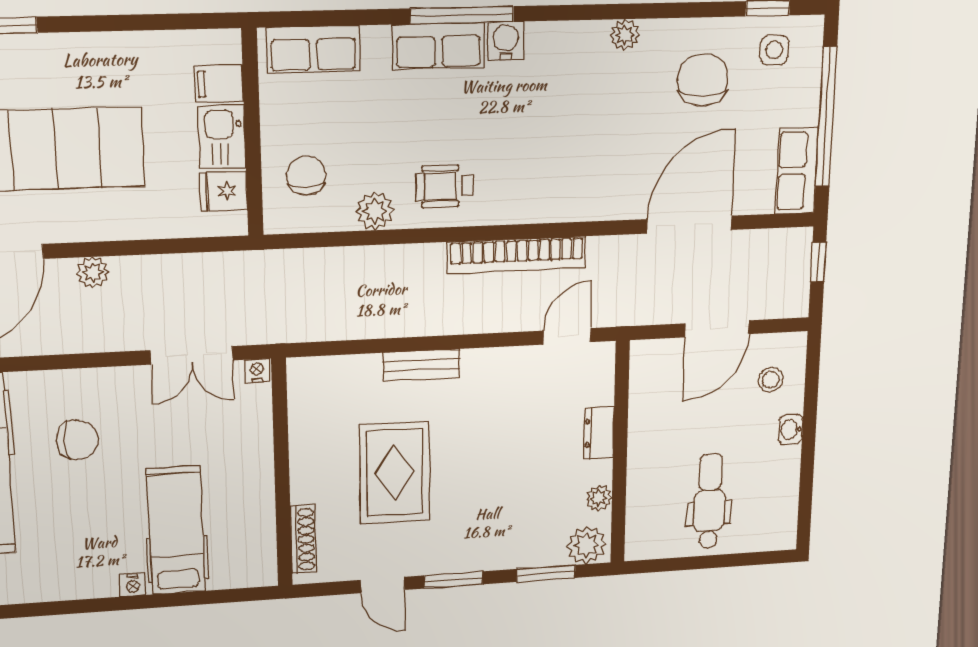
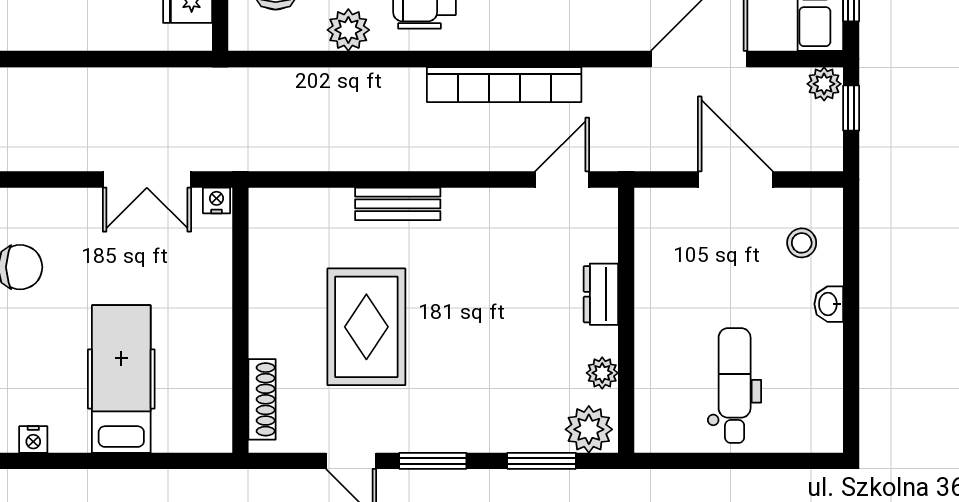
plant: (93, 273) -> (824, 84), moved
door: (717, 329) -> (735, 180), swing flipped
nightstand: (133, 585) -> (33, 439), moved

